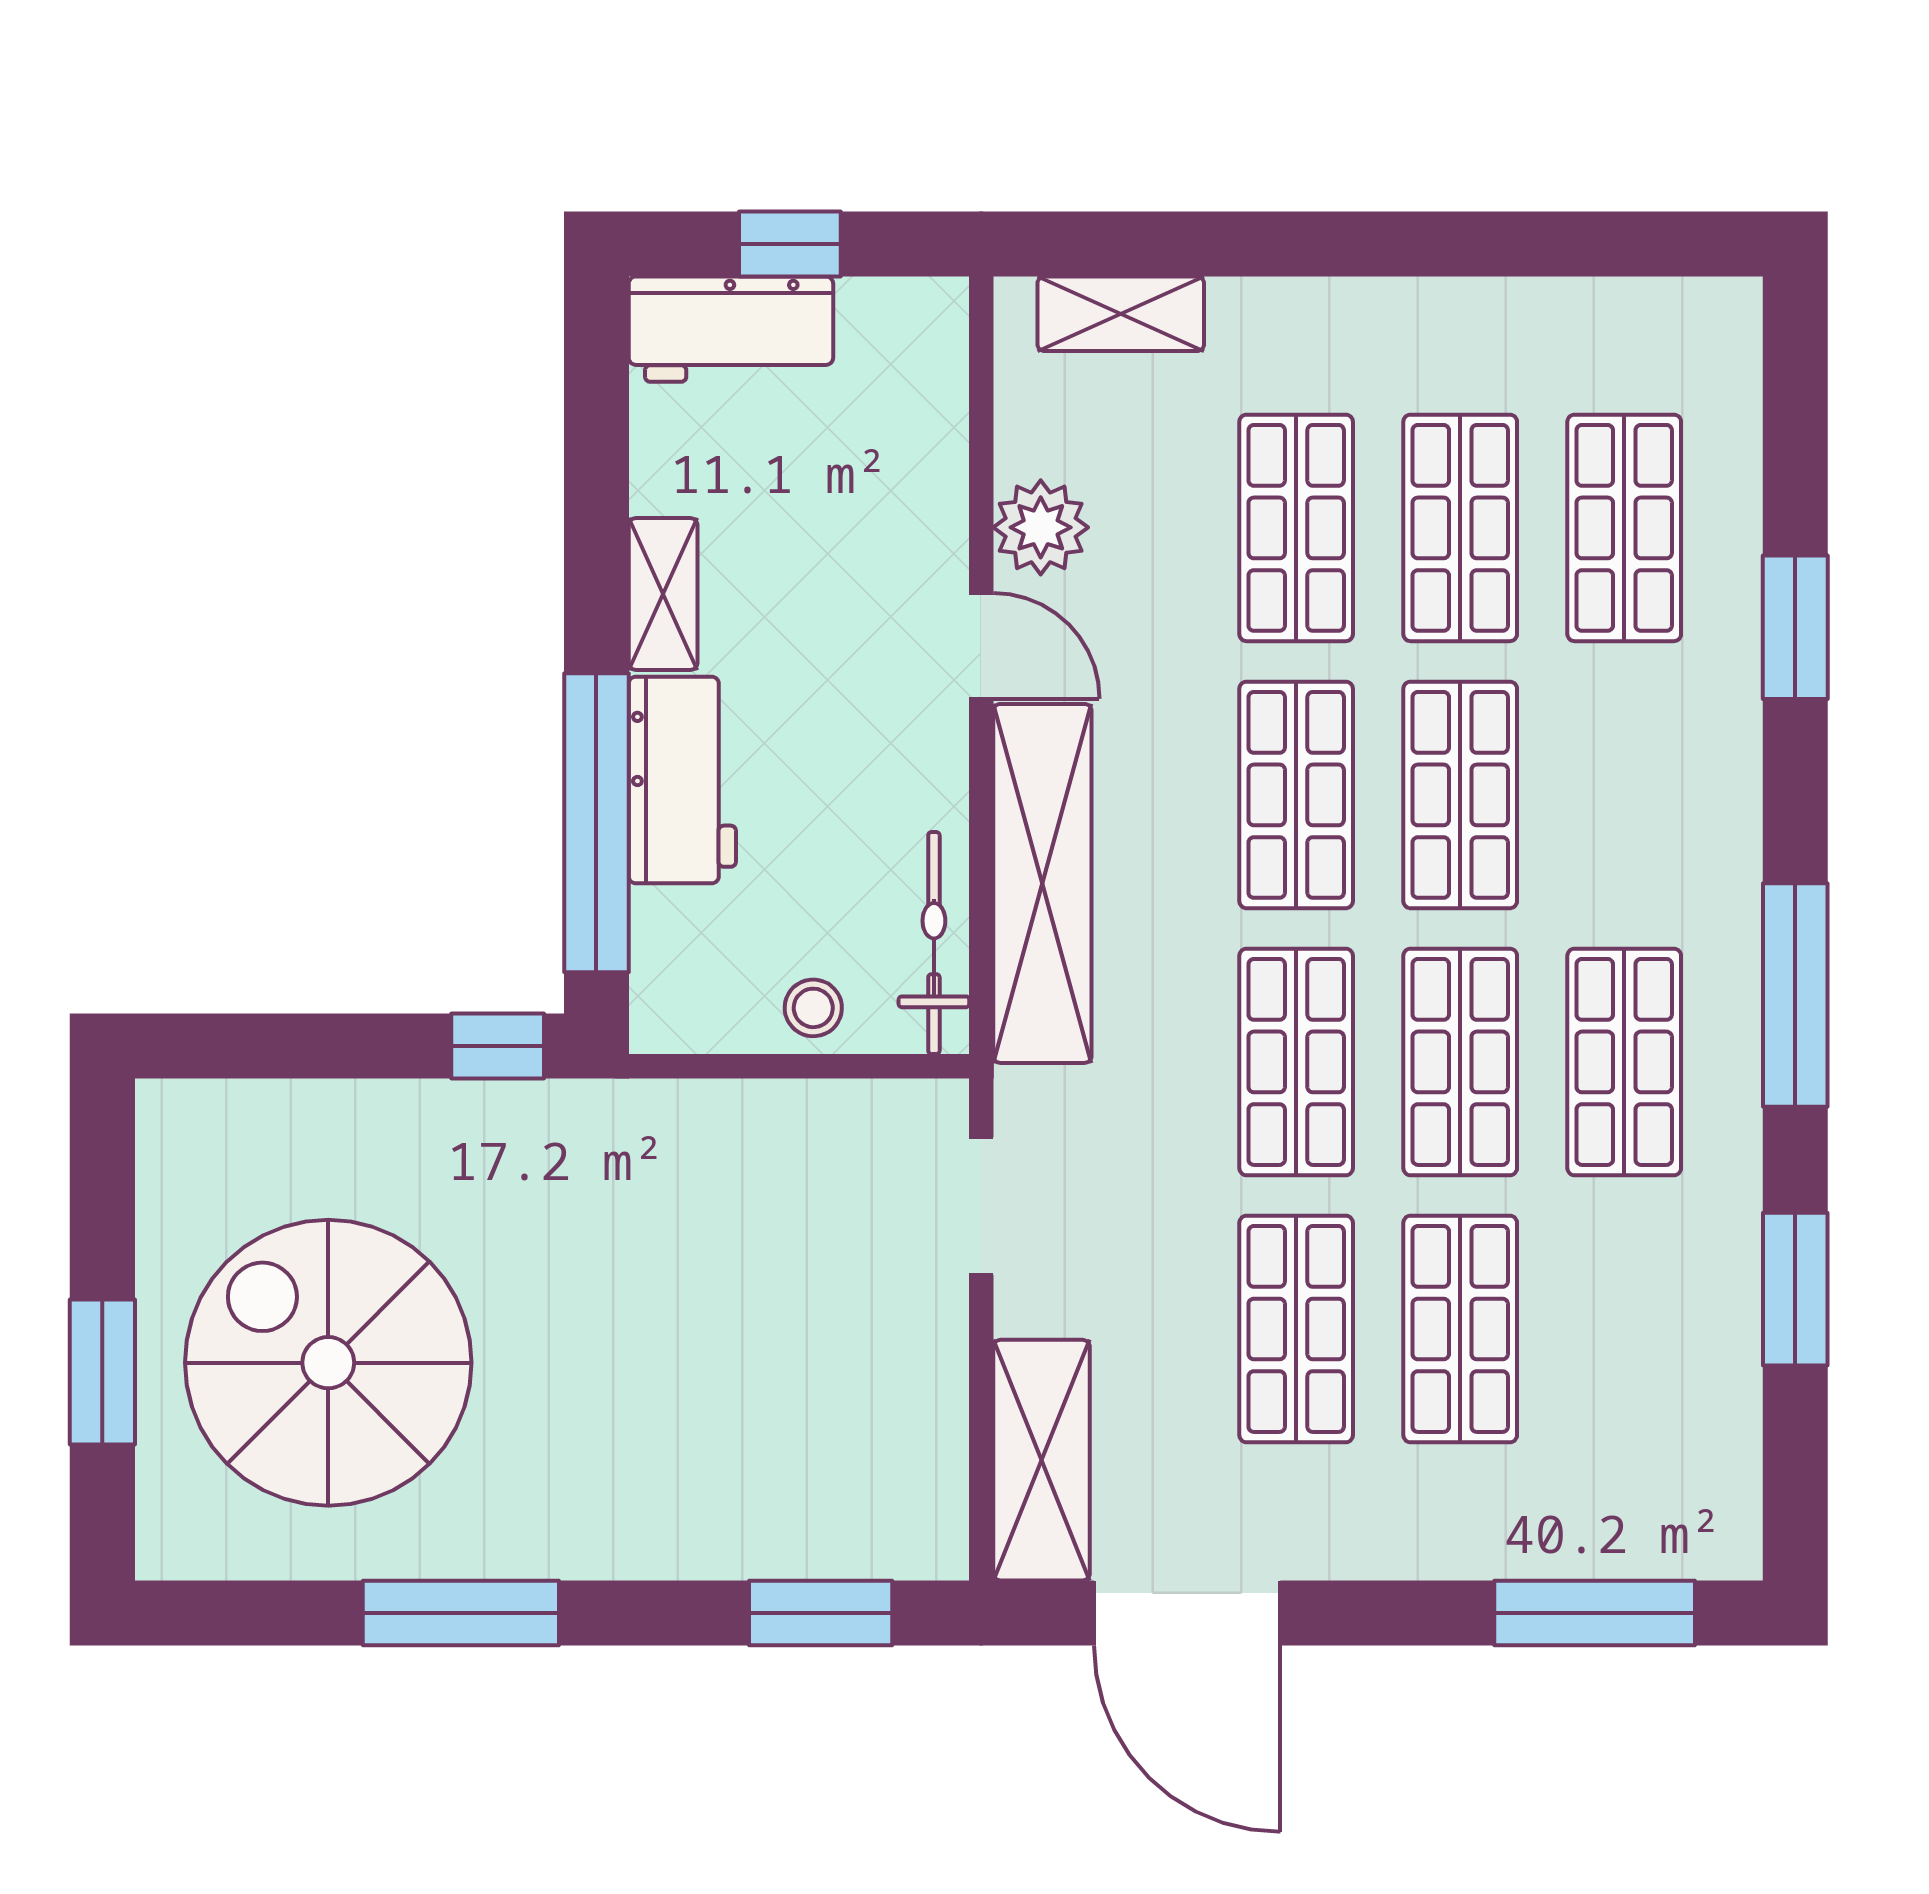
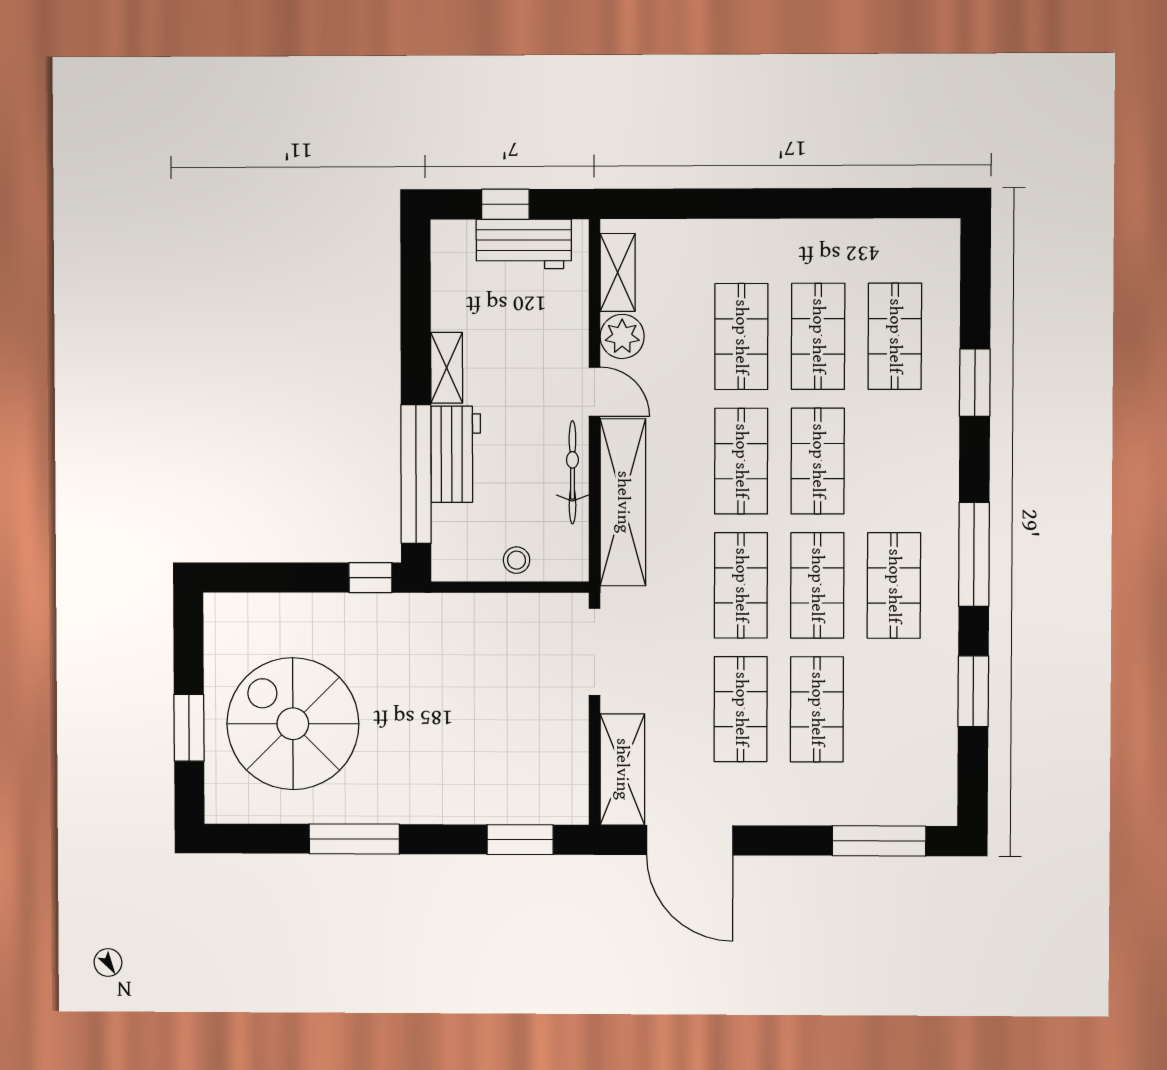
shelving: (1121, 314) -> (618, 272), moved, turned 90
workbench: (731, 329) -> (524, 244), moved
bicycle: (934, 943) -> (572, 472), moved
doorway: (981, 1206) -> (594, 652), width x1.38

